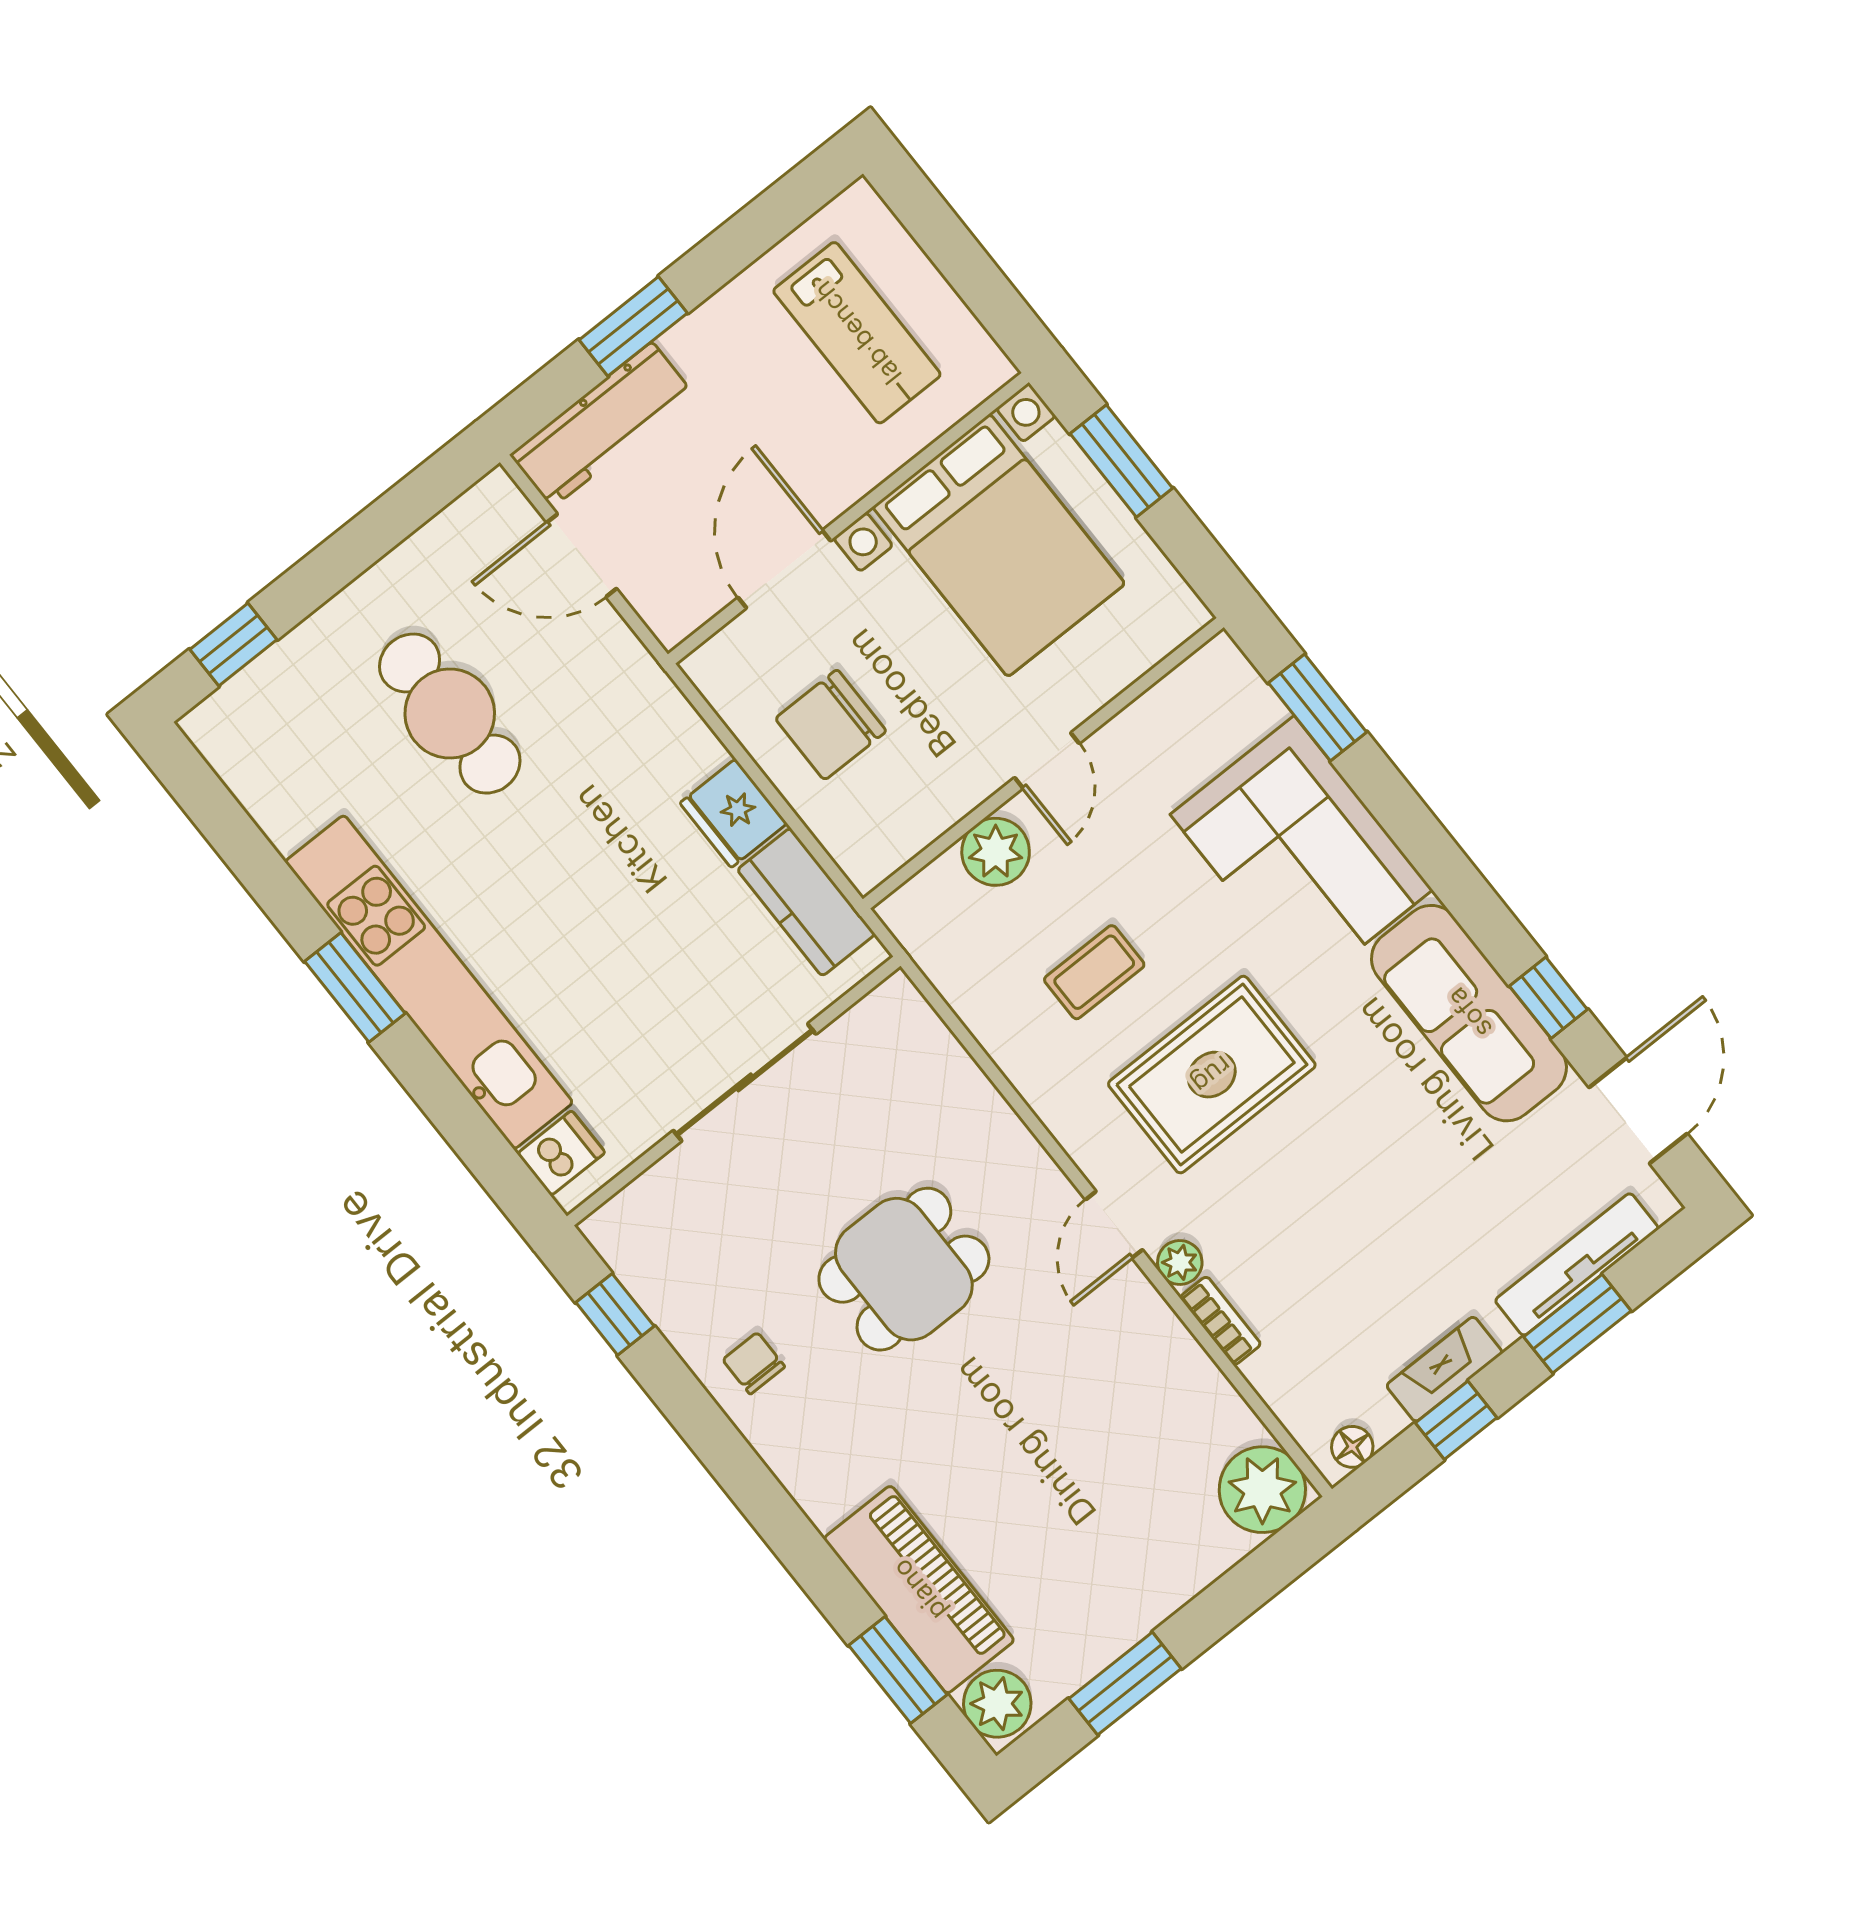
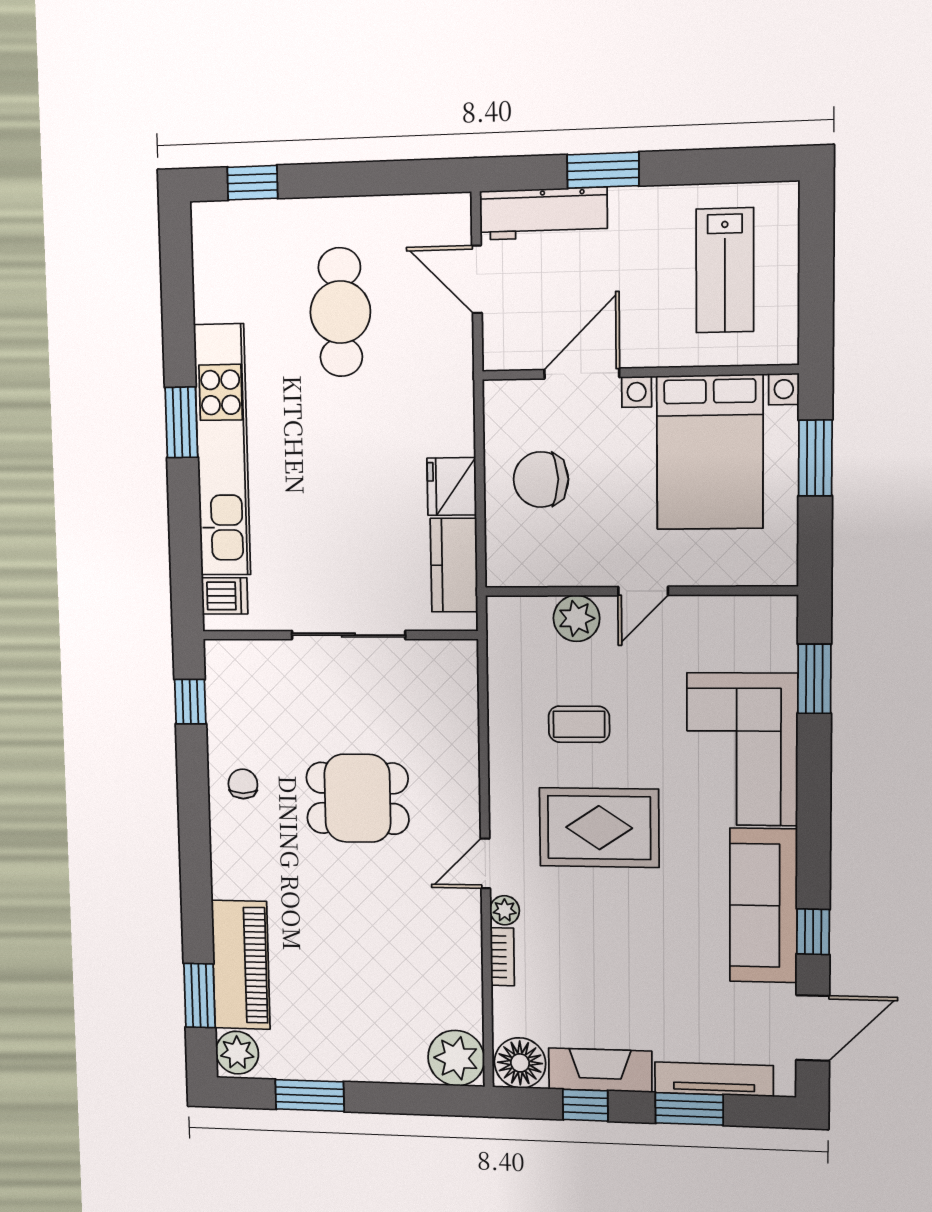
fireplace: (1444, 1369) -> (600, 1070), width x1.37, depth x1.32
floor lamp: (1352, 1447) -> (520, 1063), width x1.89, depth x1.89

